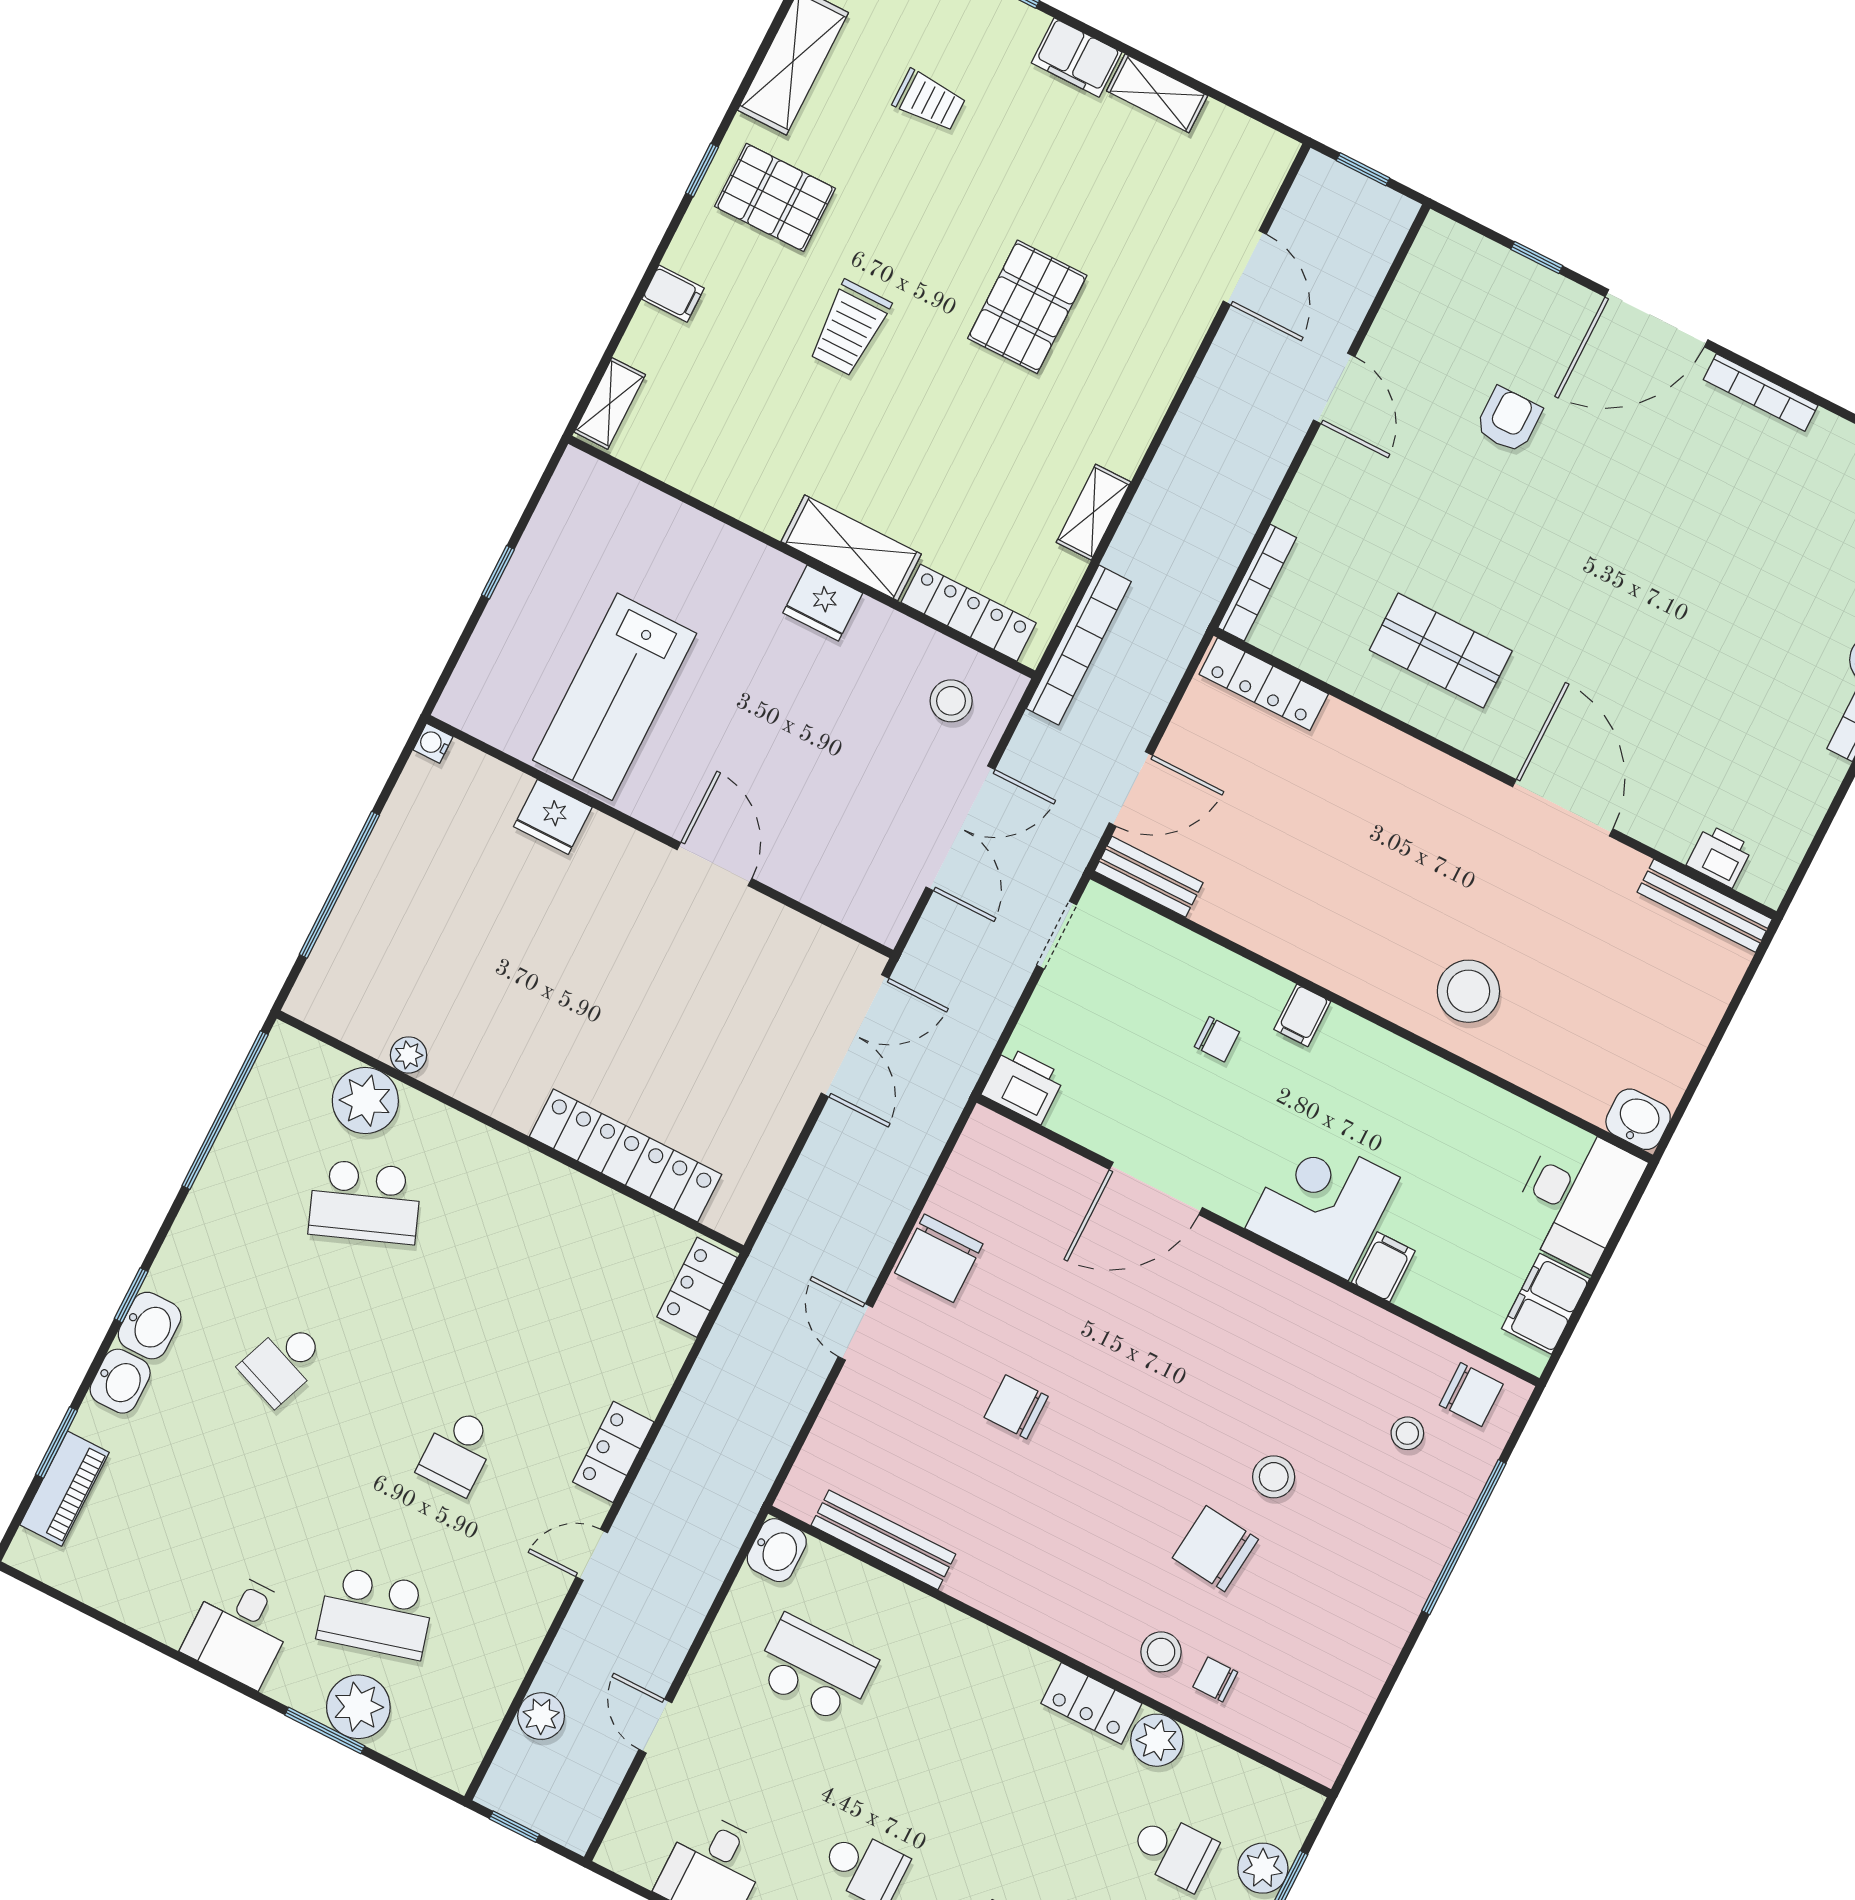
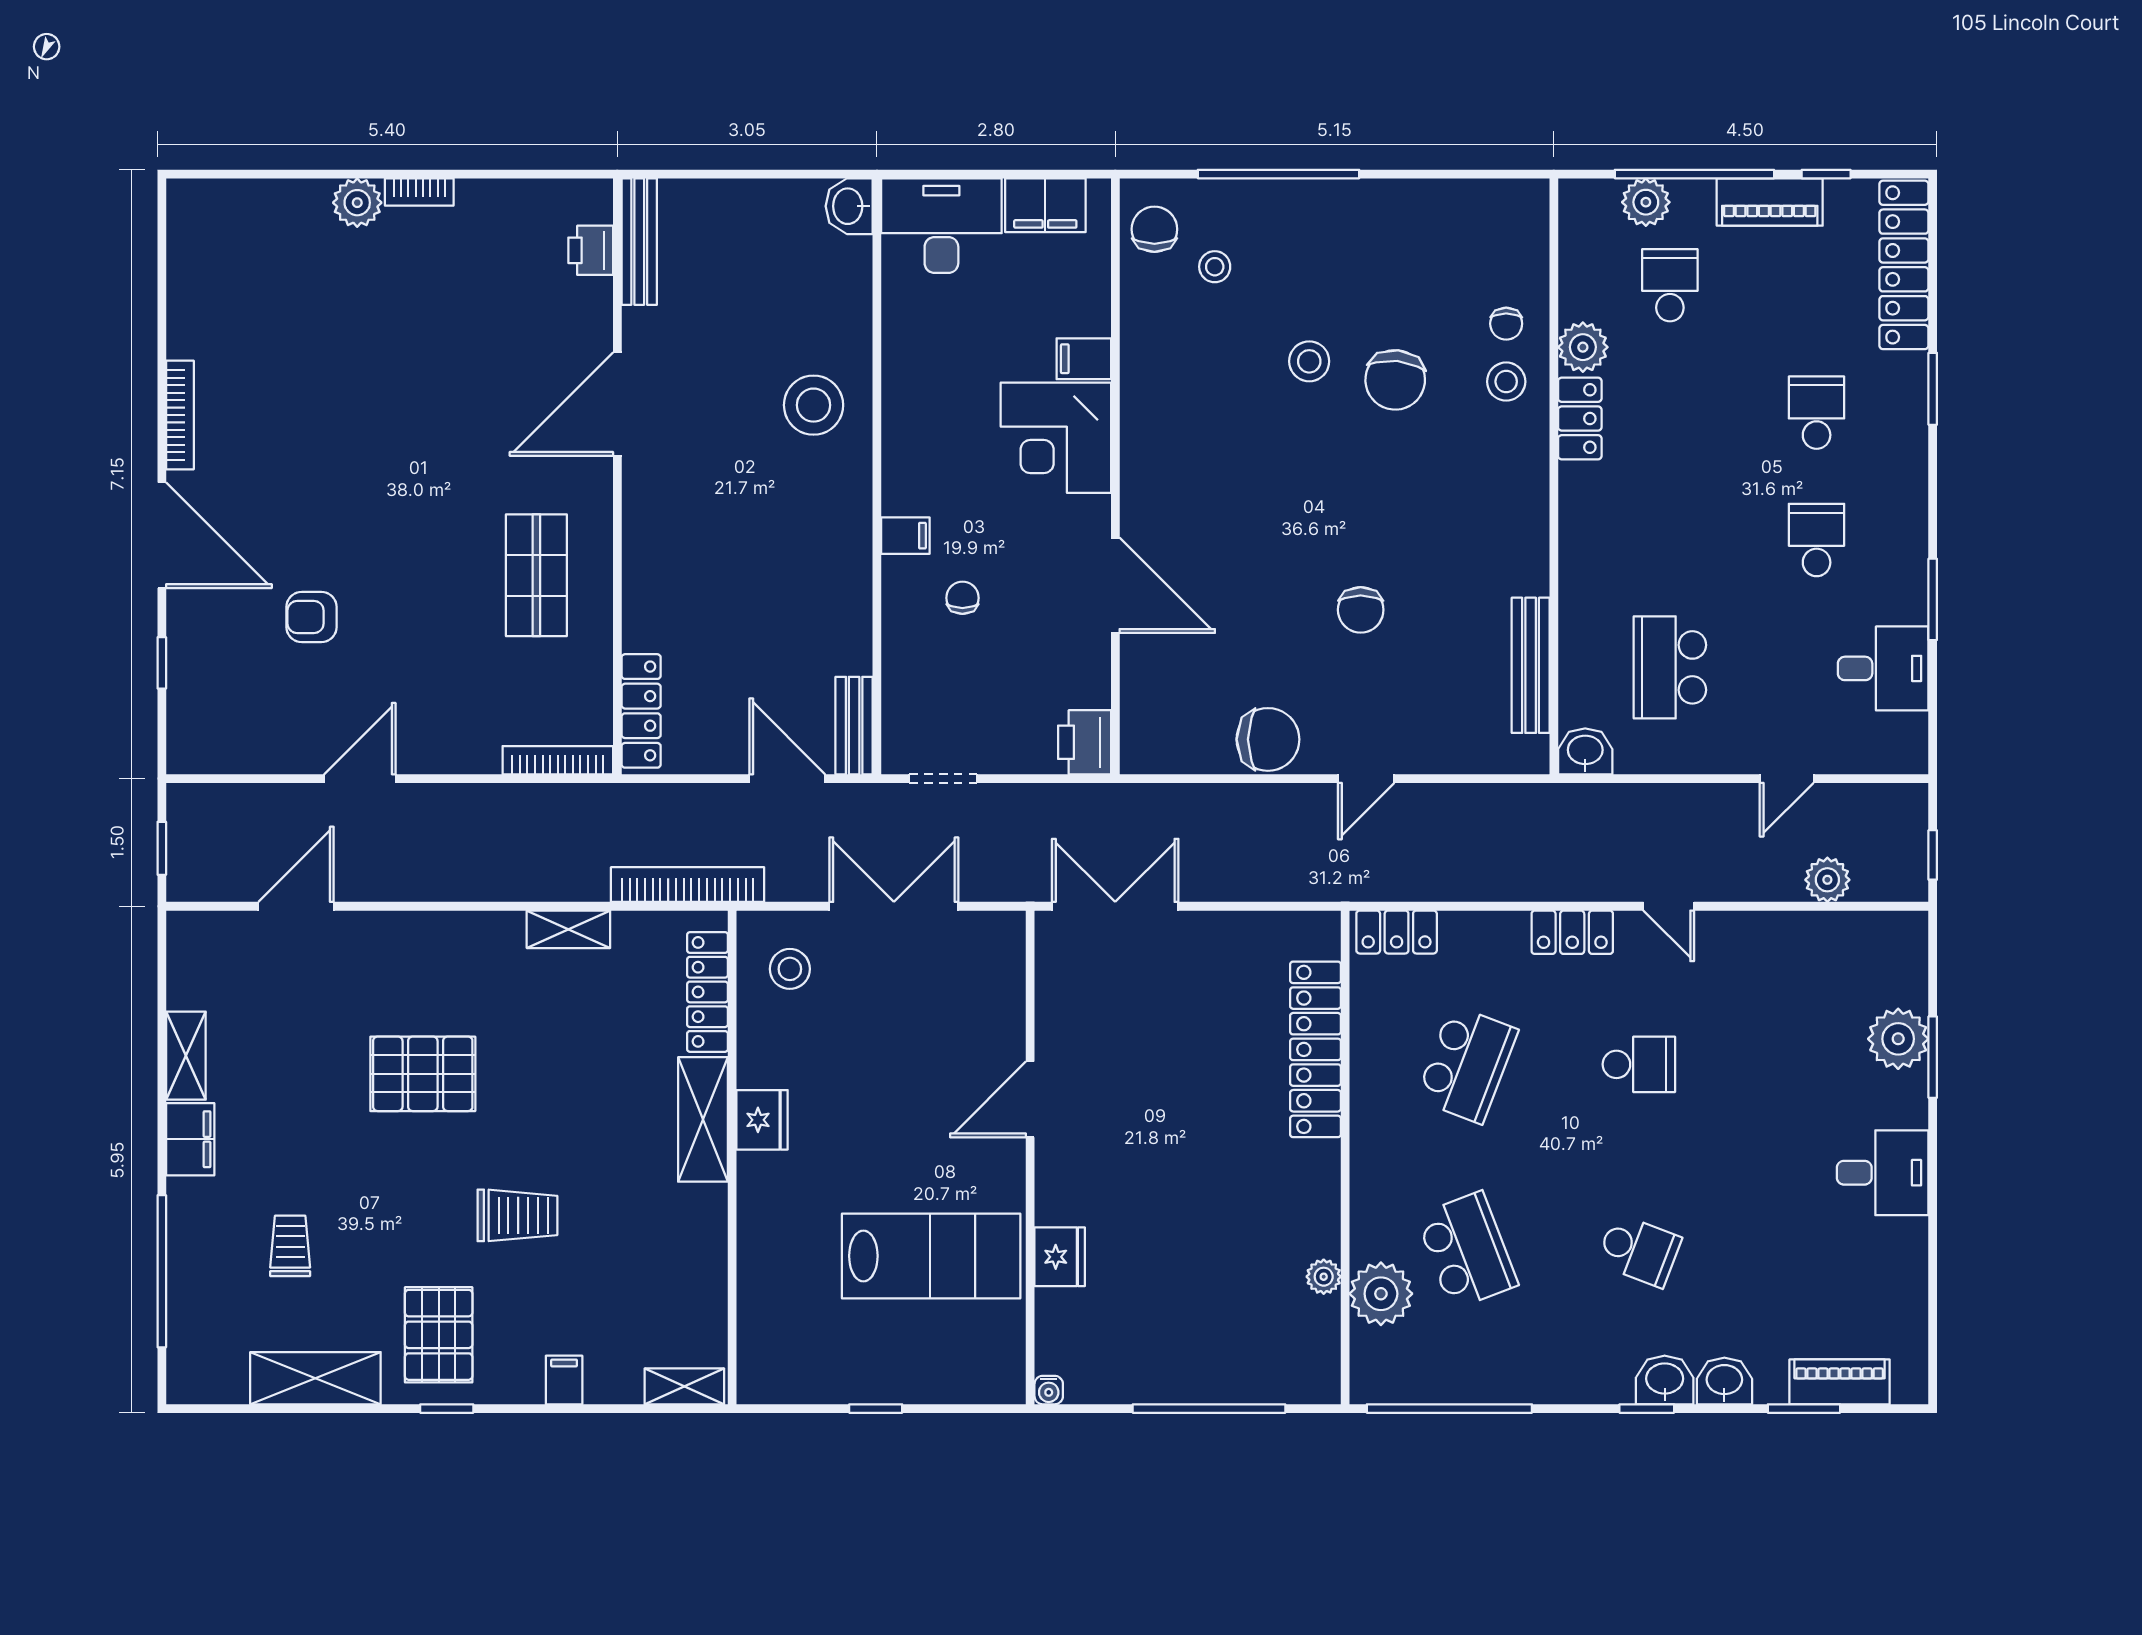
school desk: (376, 1613) -> (1467, 1064), moved, turned 36

